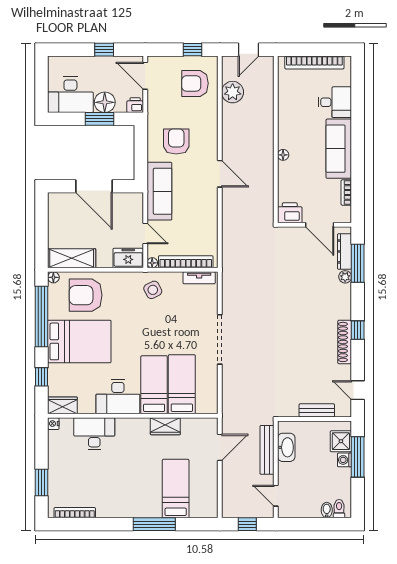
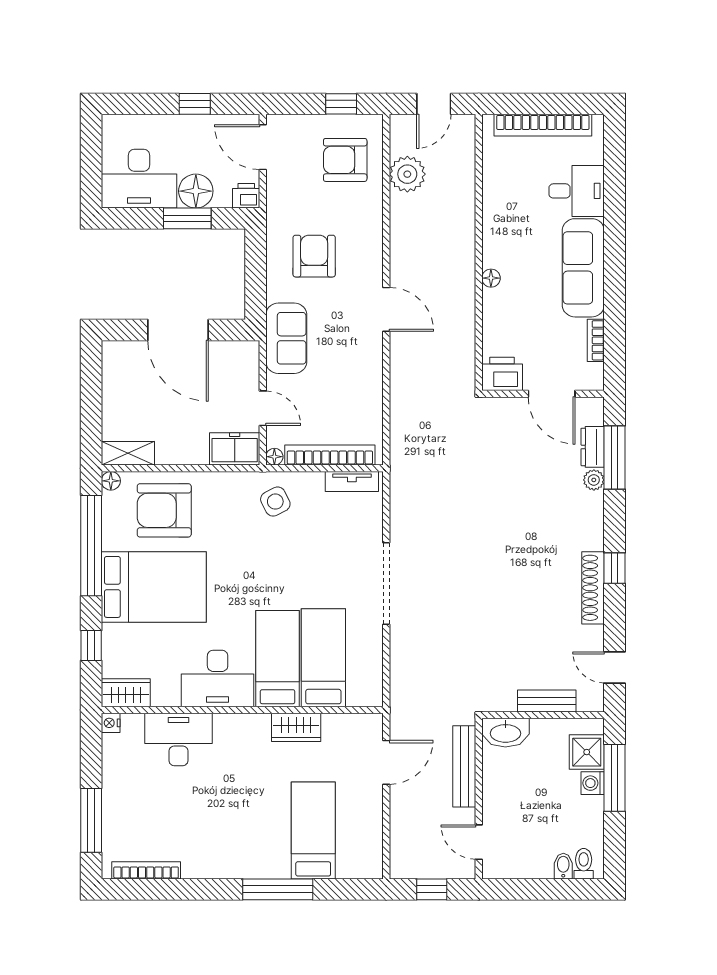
sofa: (159, 191) -> (286, 338), width x0.73
dresser: (344, 251) -> (593, 447), width x0.70
shelving: (72, 258) -> (128, 453), width x0.67, depth x0.75
washbasin: (286, 447) -> (505, 733), moved, turned 90
window: (41, 482) -> (91, 820), width x1.44

